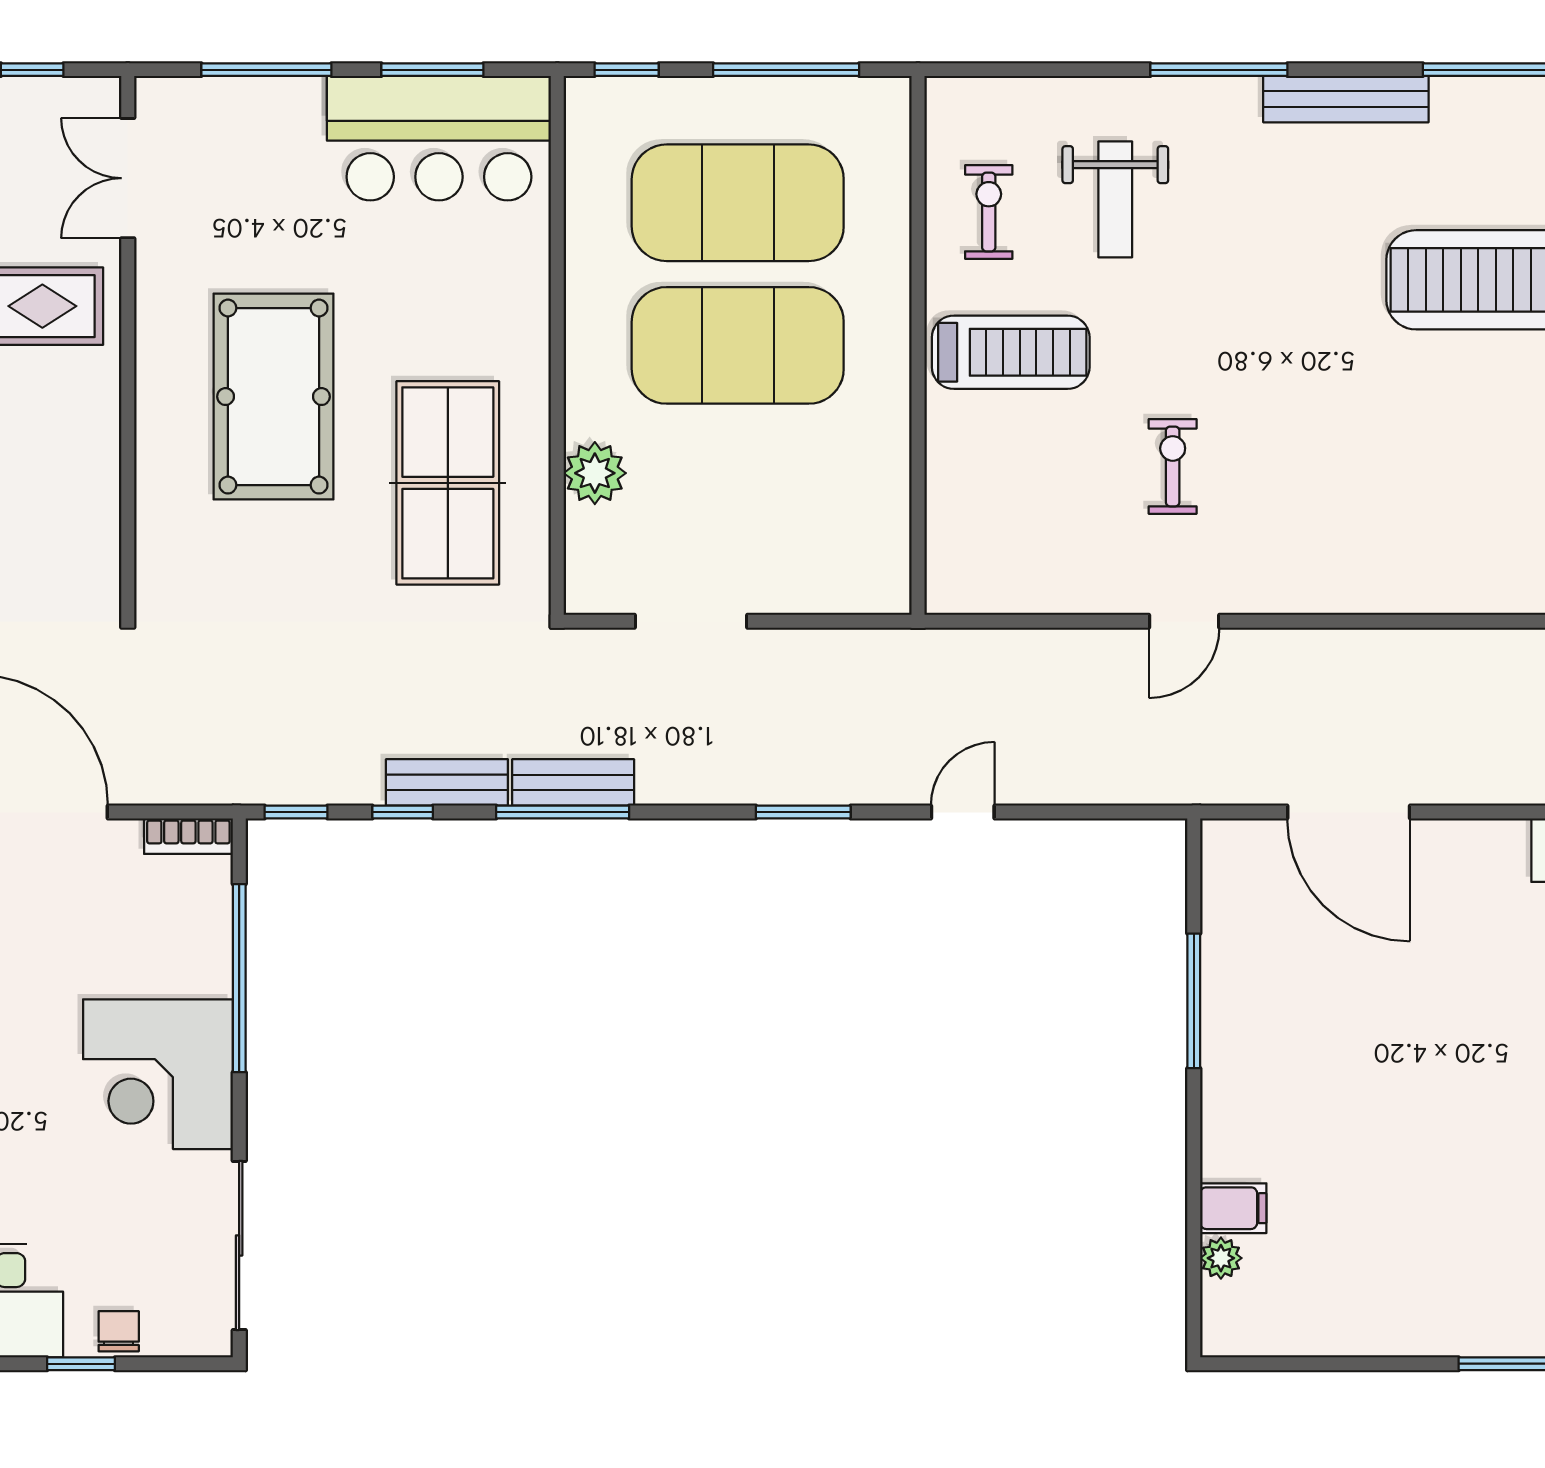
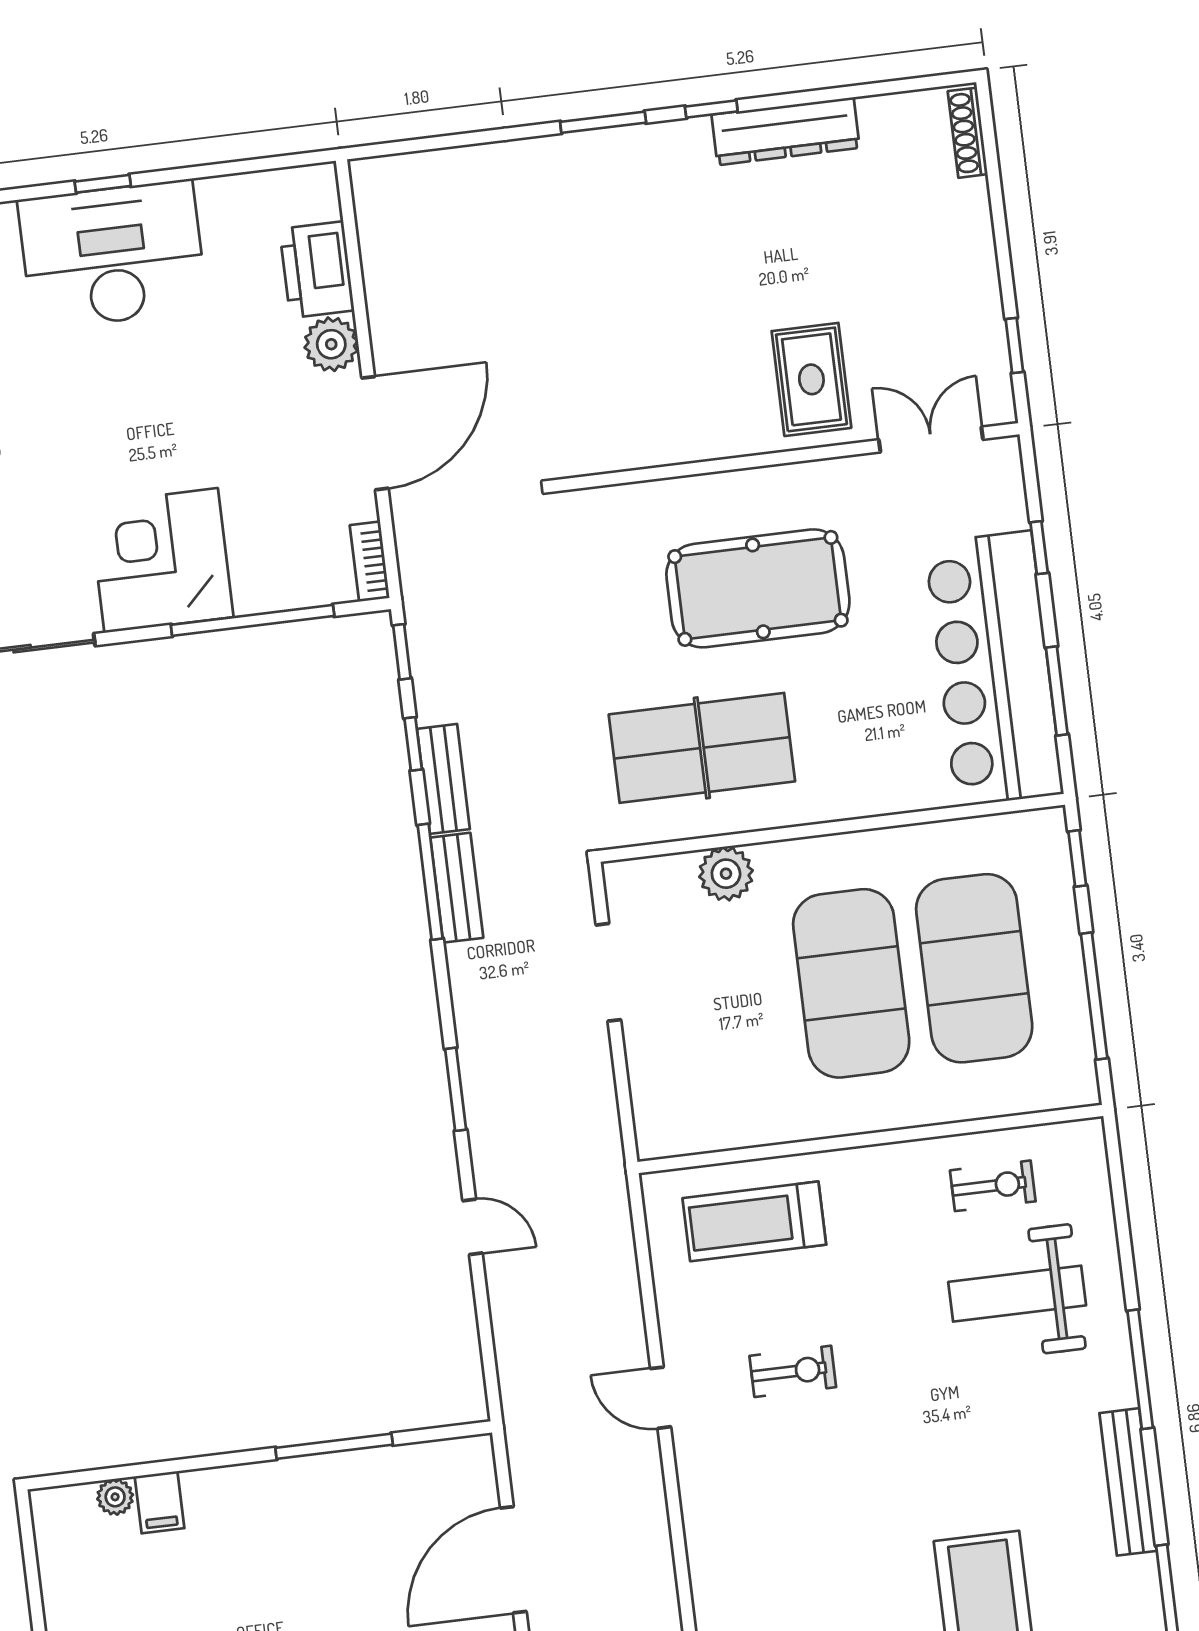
window: (266, 70) -> (1039, 548), width x0.46
bar counter: (439, 138) -> (994, 669), width x1.36
weight bench: (1115, 199) -> (1017, 1294), width x1.36, depth x1.33
treadmill: (1011, 352) -> (754, 1221), moved, turned 90

